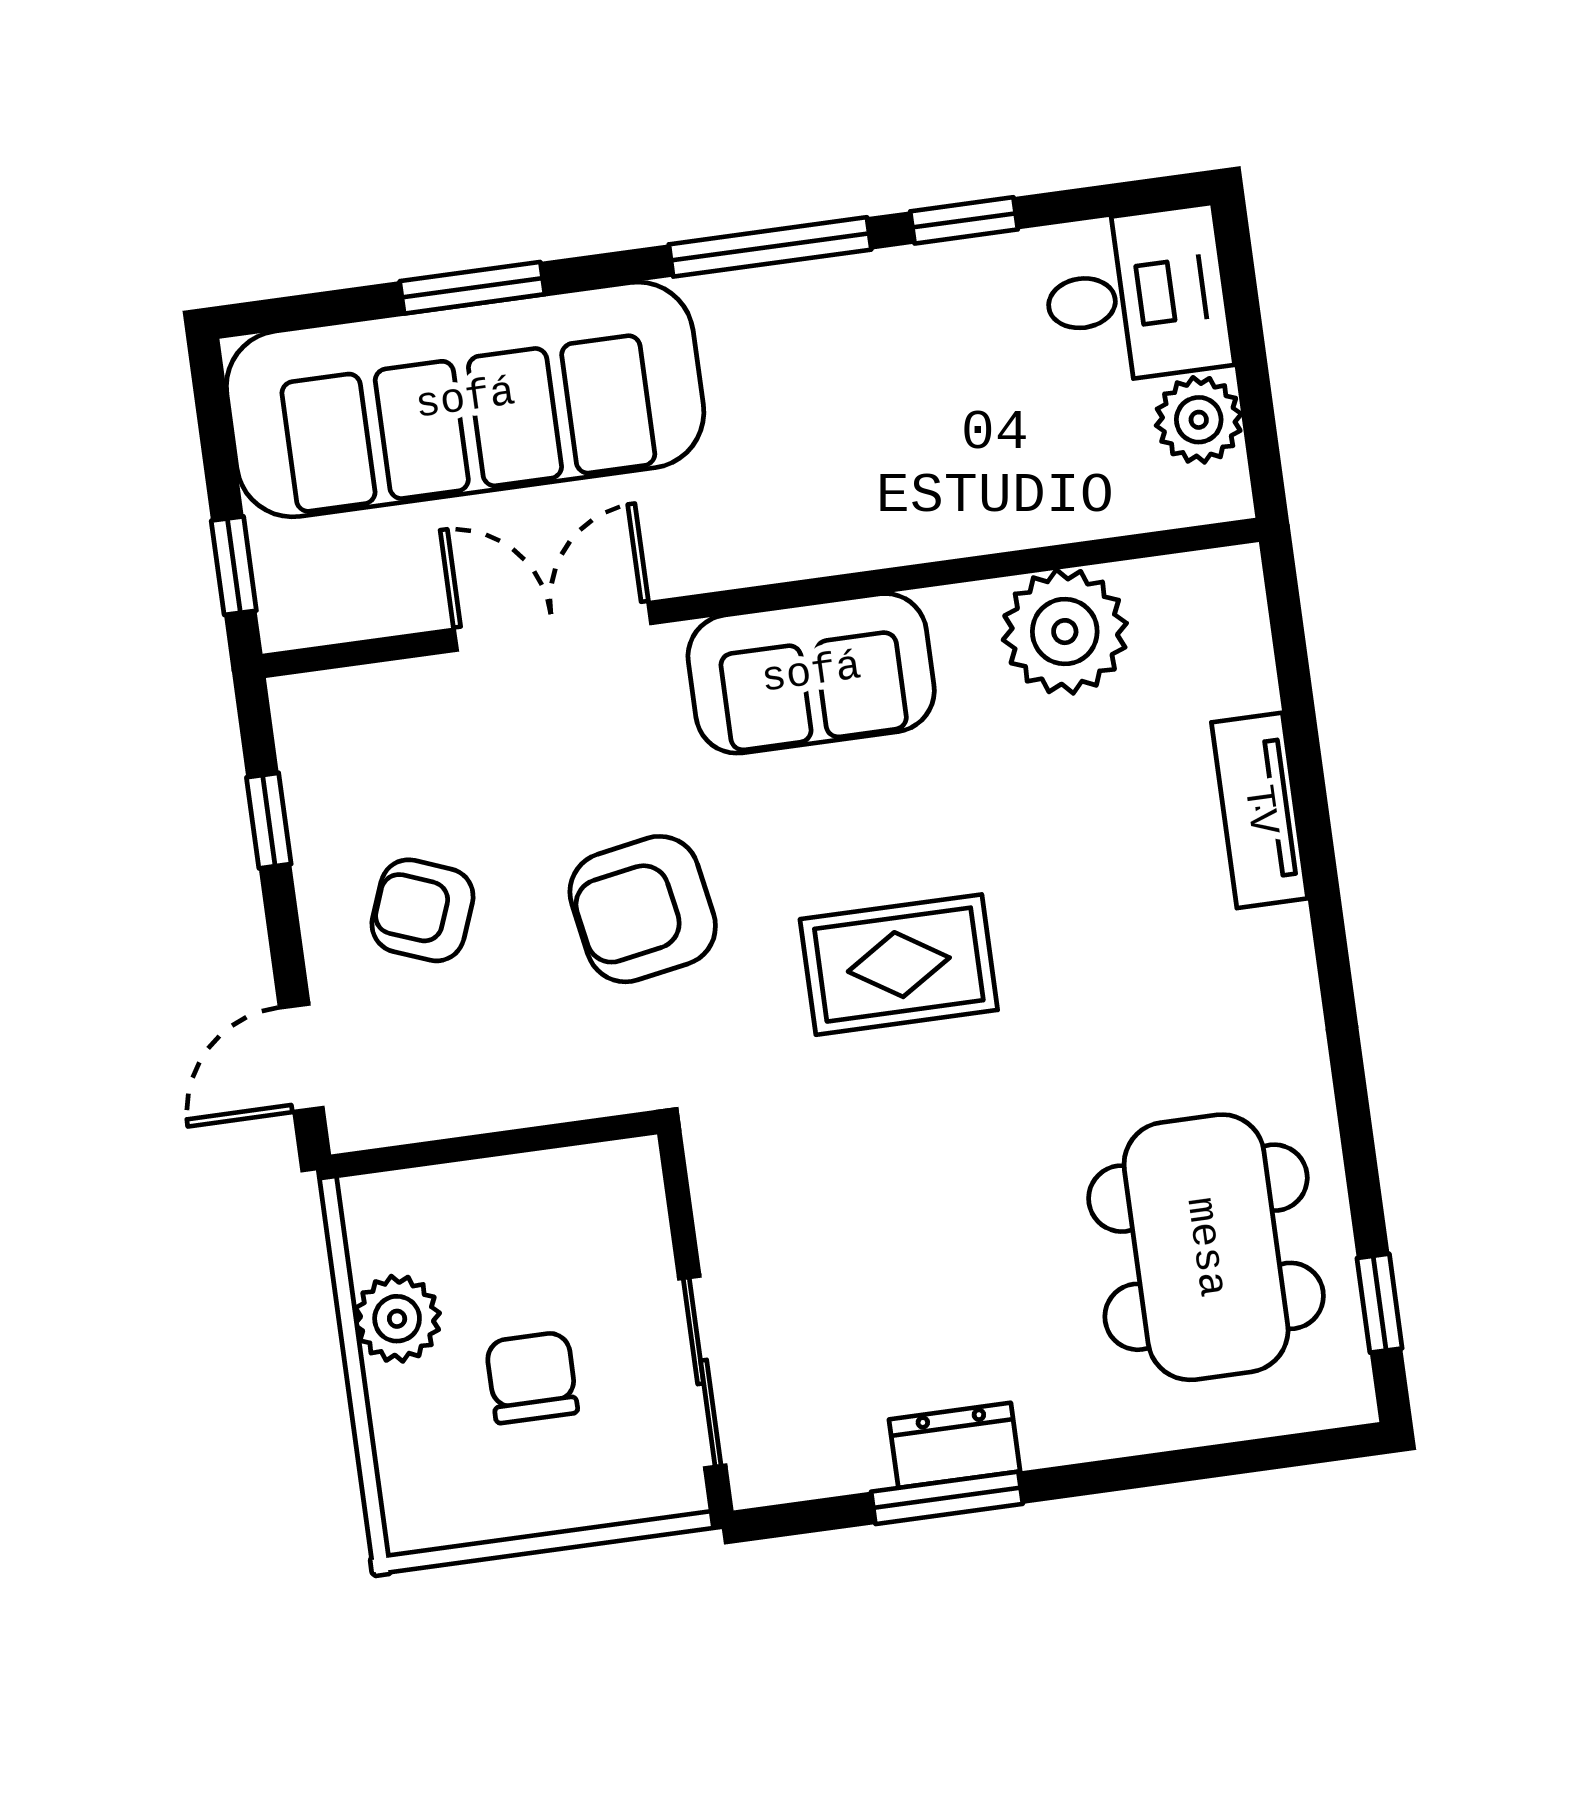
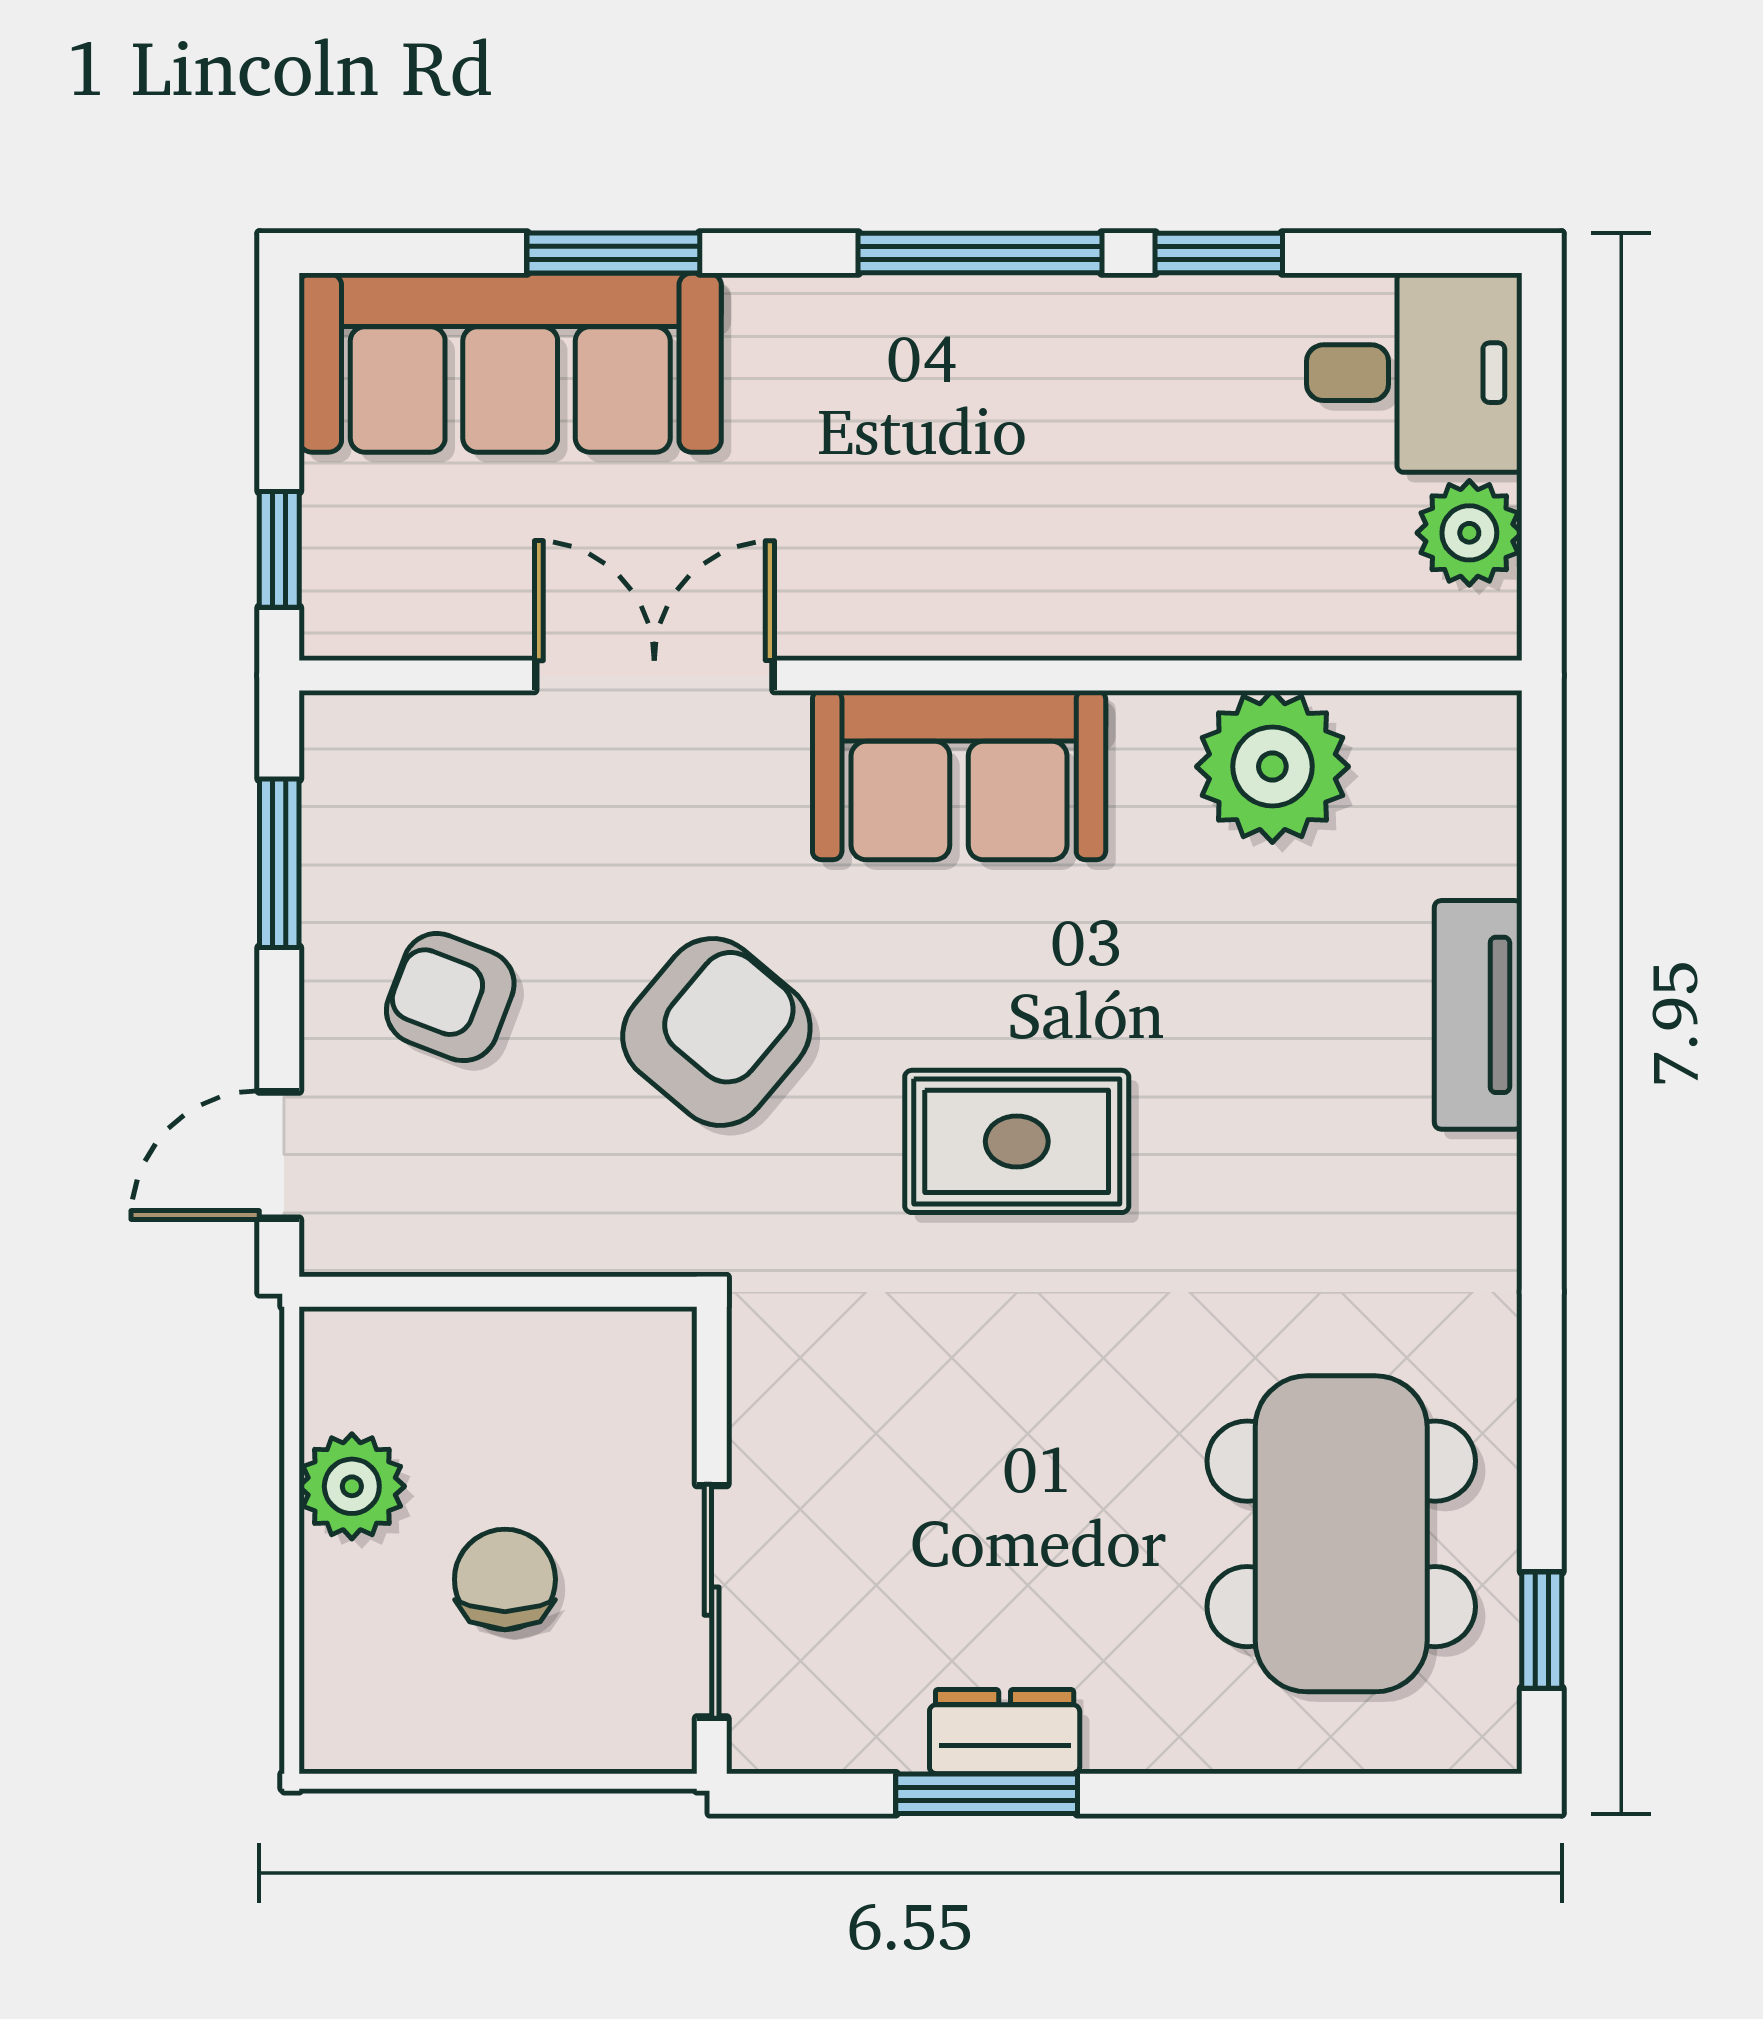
sofa: (465, 399) -> (510, 363), width x0.74, depth x0.79
window: (269, 821) -> (279, 863), width x1.50
armchair: (643, 909) -> (716, 1032), turned 140

